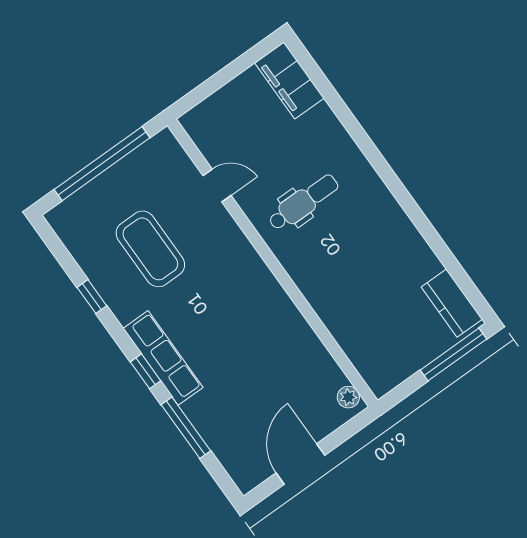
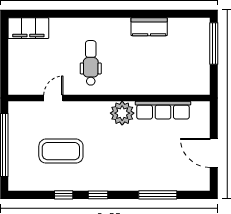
kitchen counter: (452, 303) -> (149, 27), moved
row of seats: (163, 358) -> (163, 110), moved, turned 180
window: (145, 371) -> (98, 195), moved
plant: (348, 397) -> (122, 113), moved, width x1.88, depth x1.88

